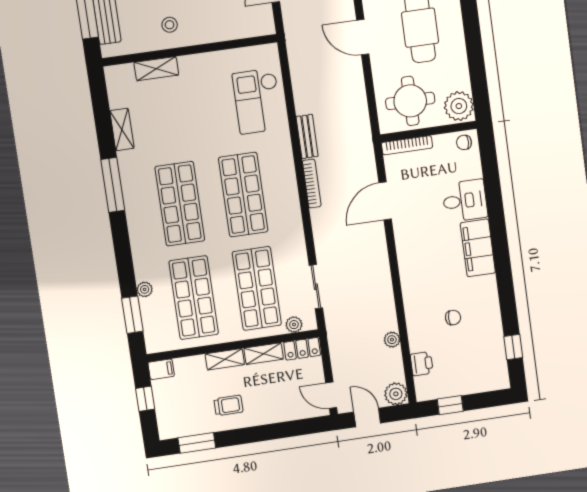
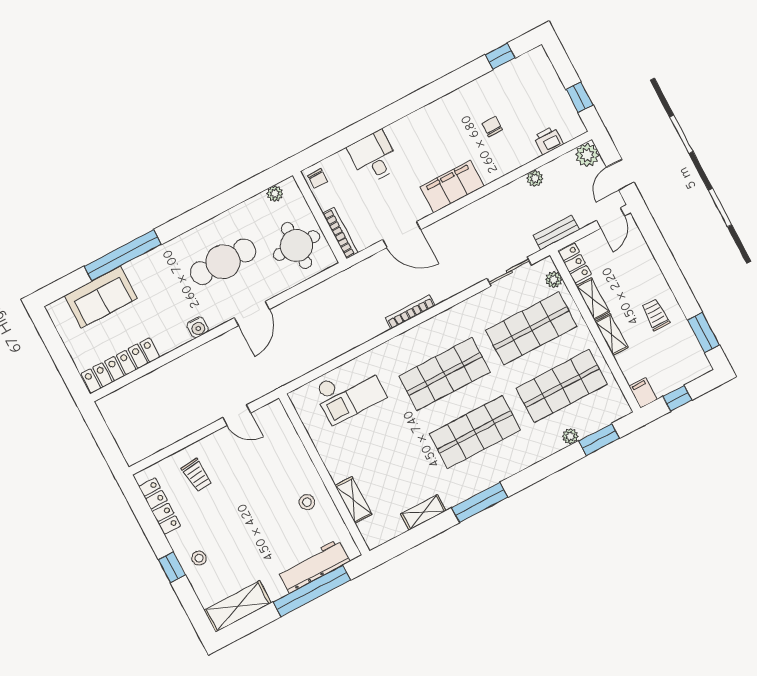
plant: (459, 106) -> (275, 194), width x0.53, depth x0.53
bench: (307, 136) -> (556, 233), moved
filing cabinet: (478, 248) -> (452, 187), moved, turned 180

